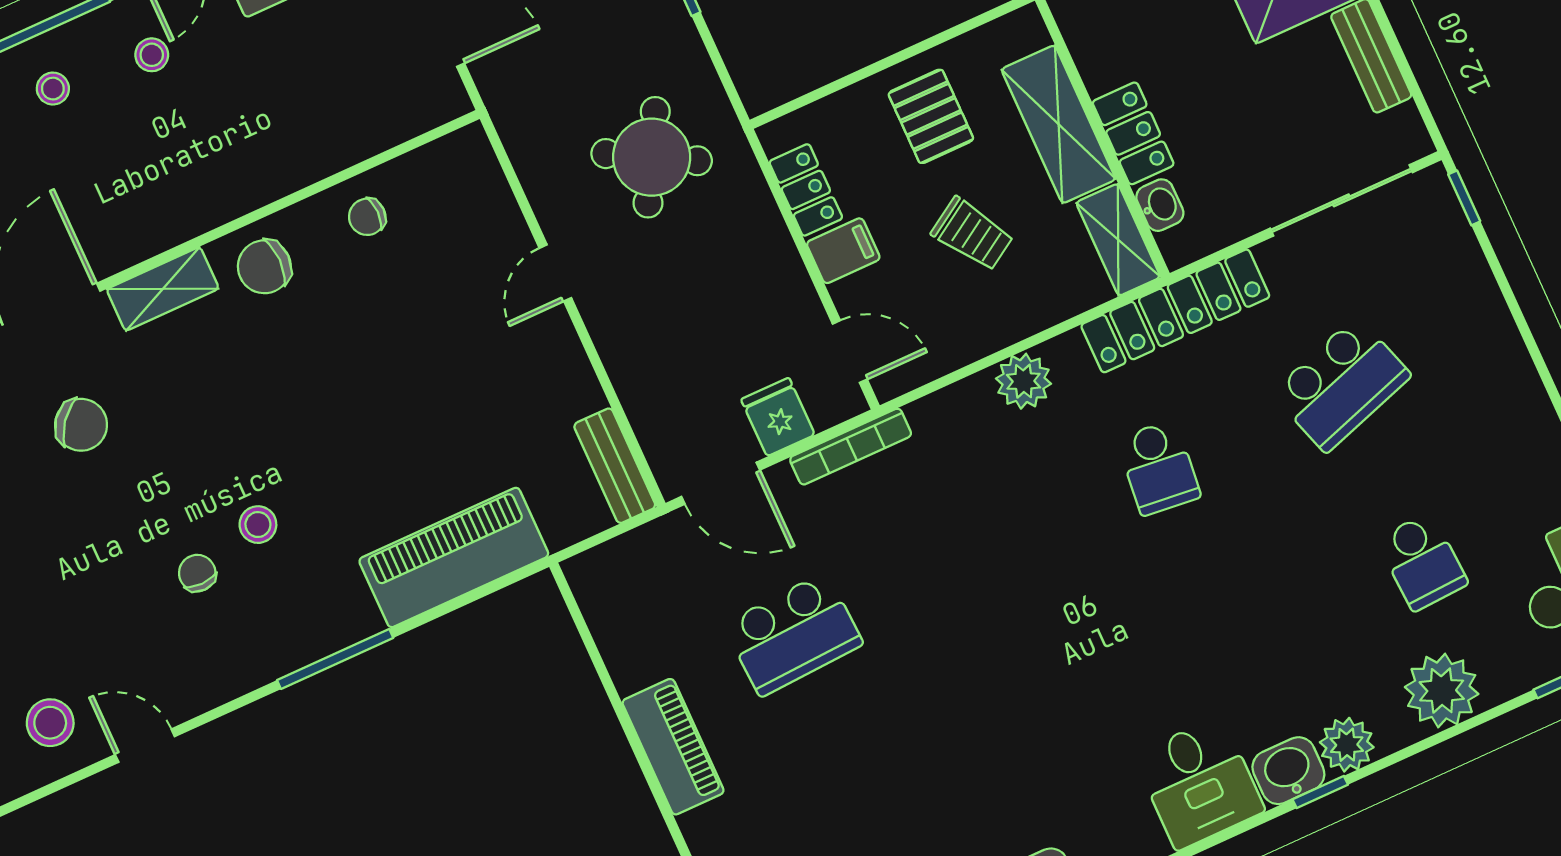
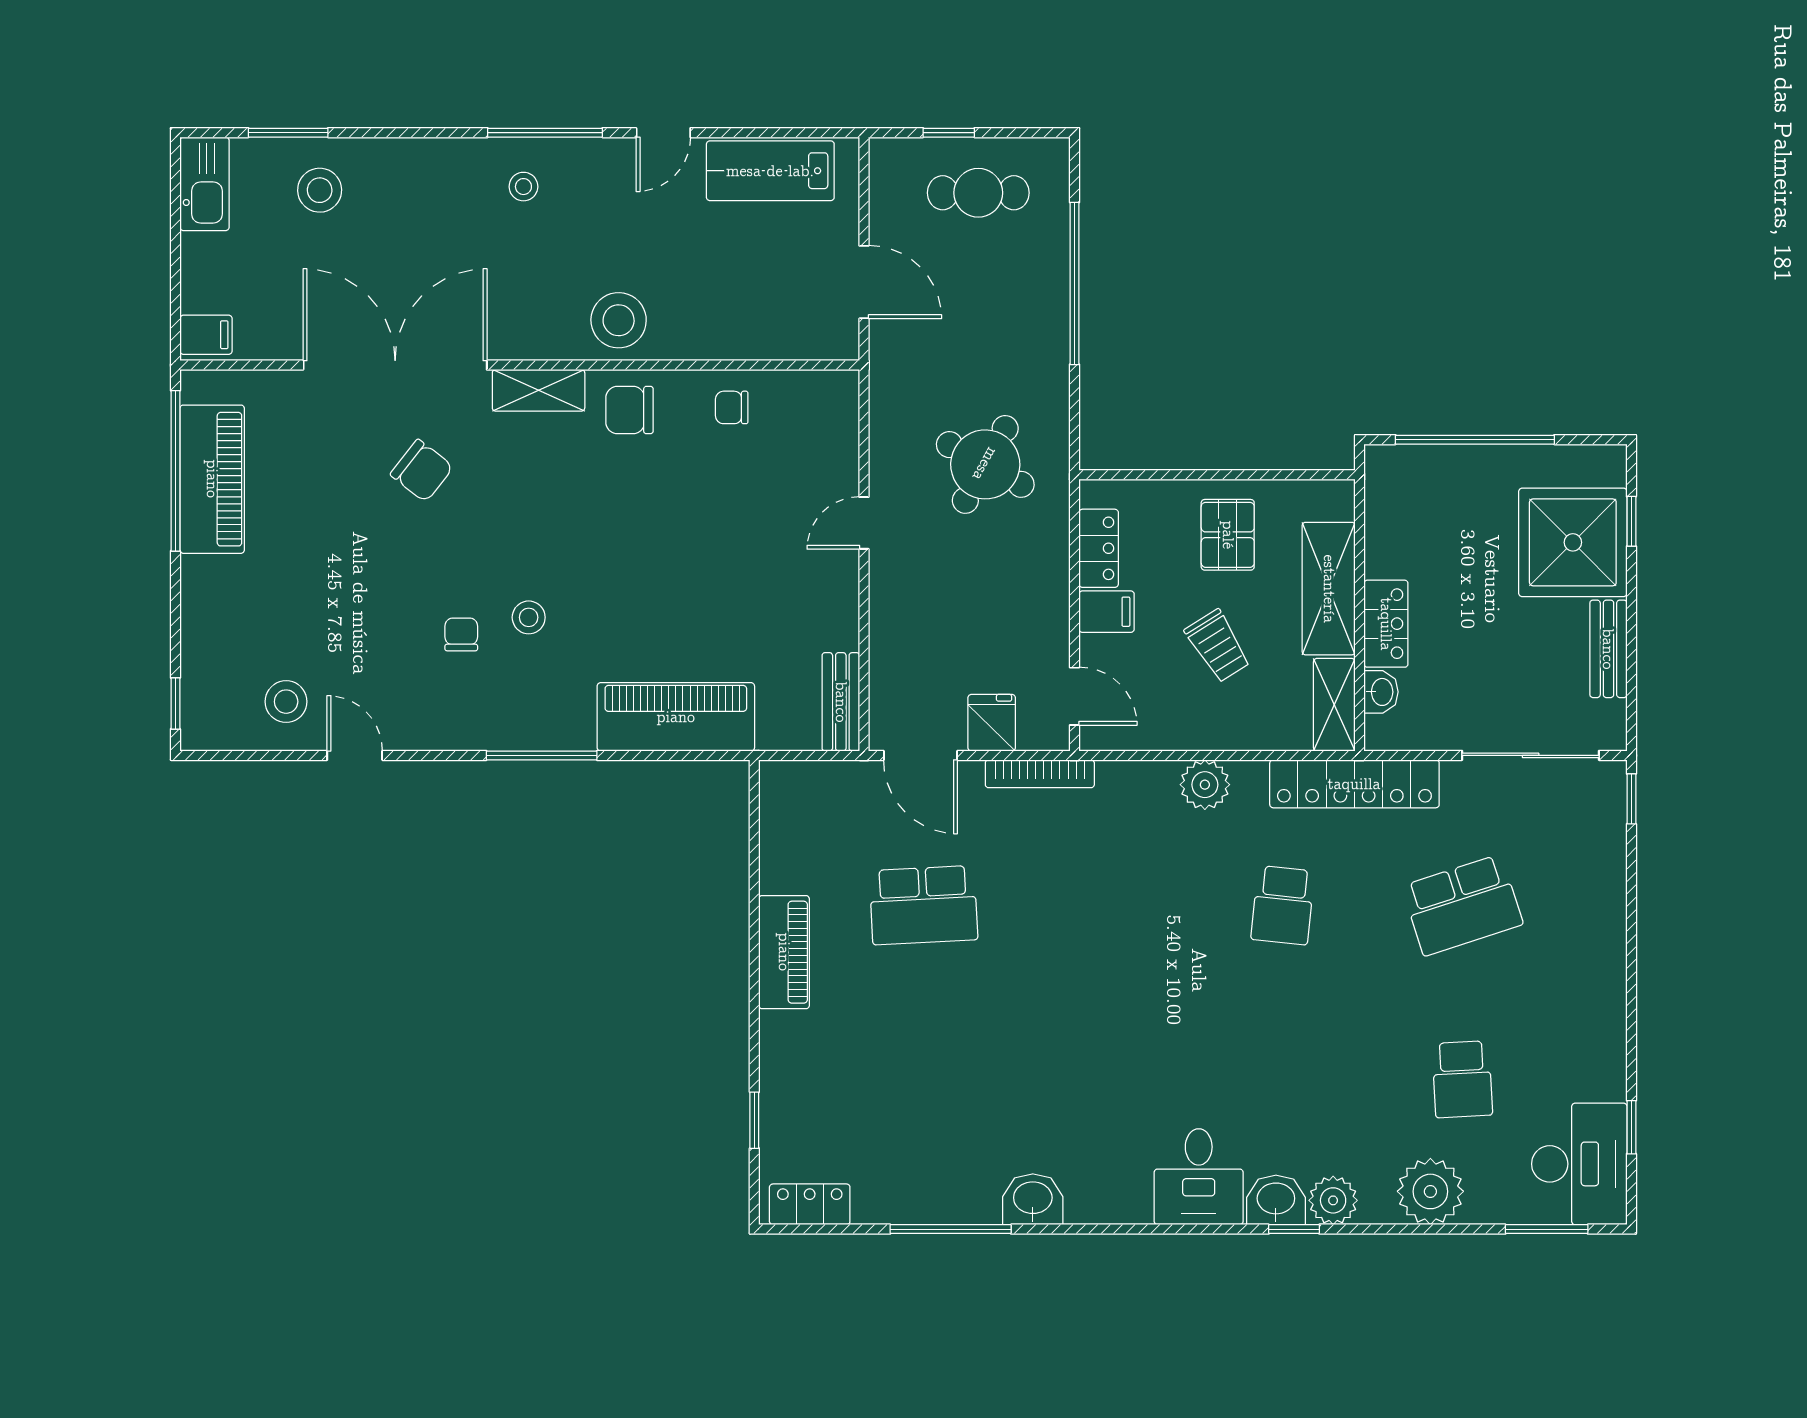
stool: (152, 55) -> (619, 320), moved, width x1.89, depth x1.89

